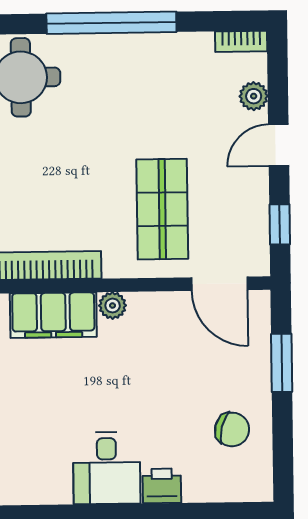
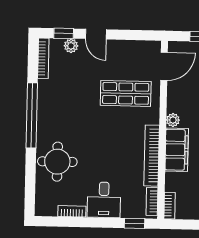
bookcase: (241, 41) -> (43, 58), width x1.56
window: (280, 224) -> (64, 33), moved

